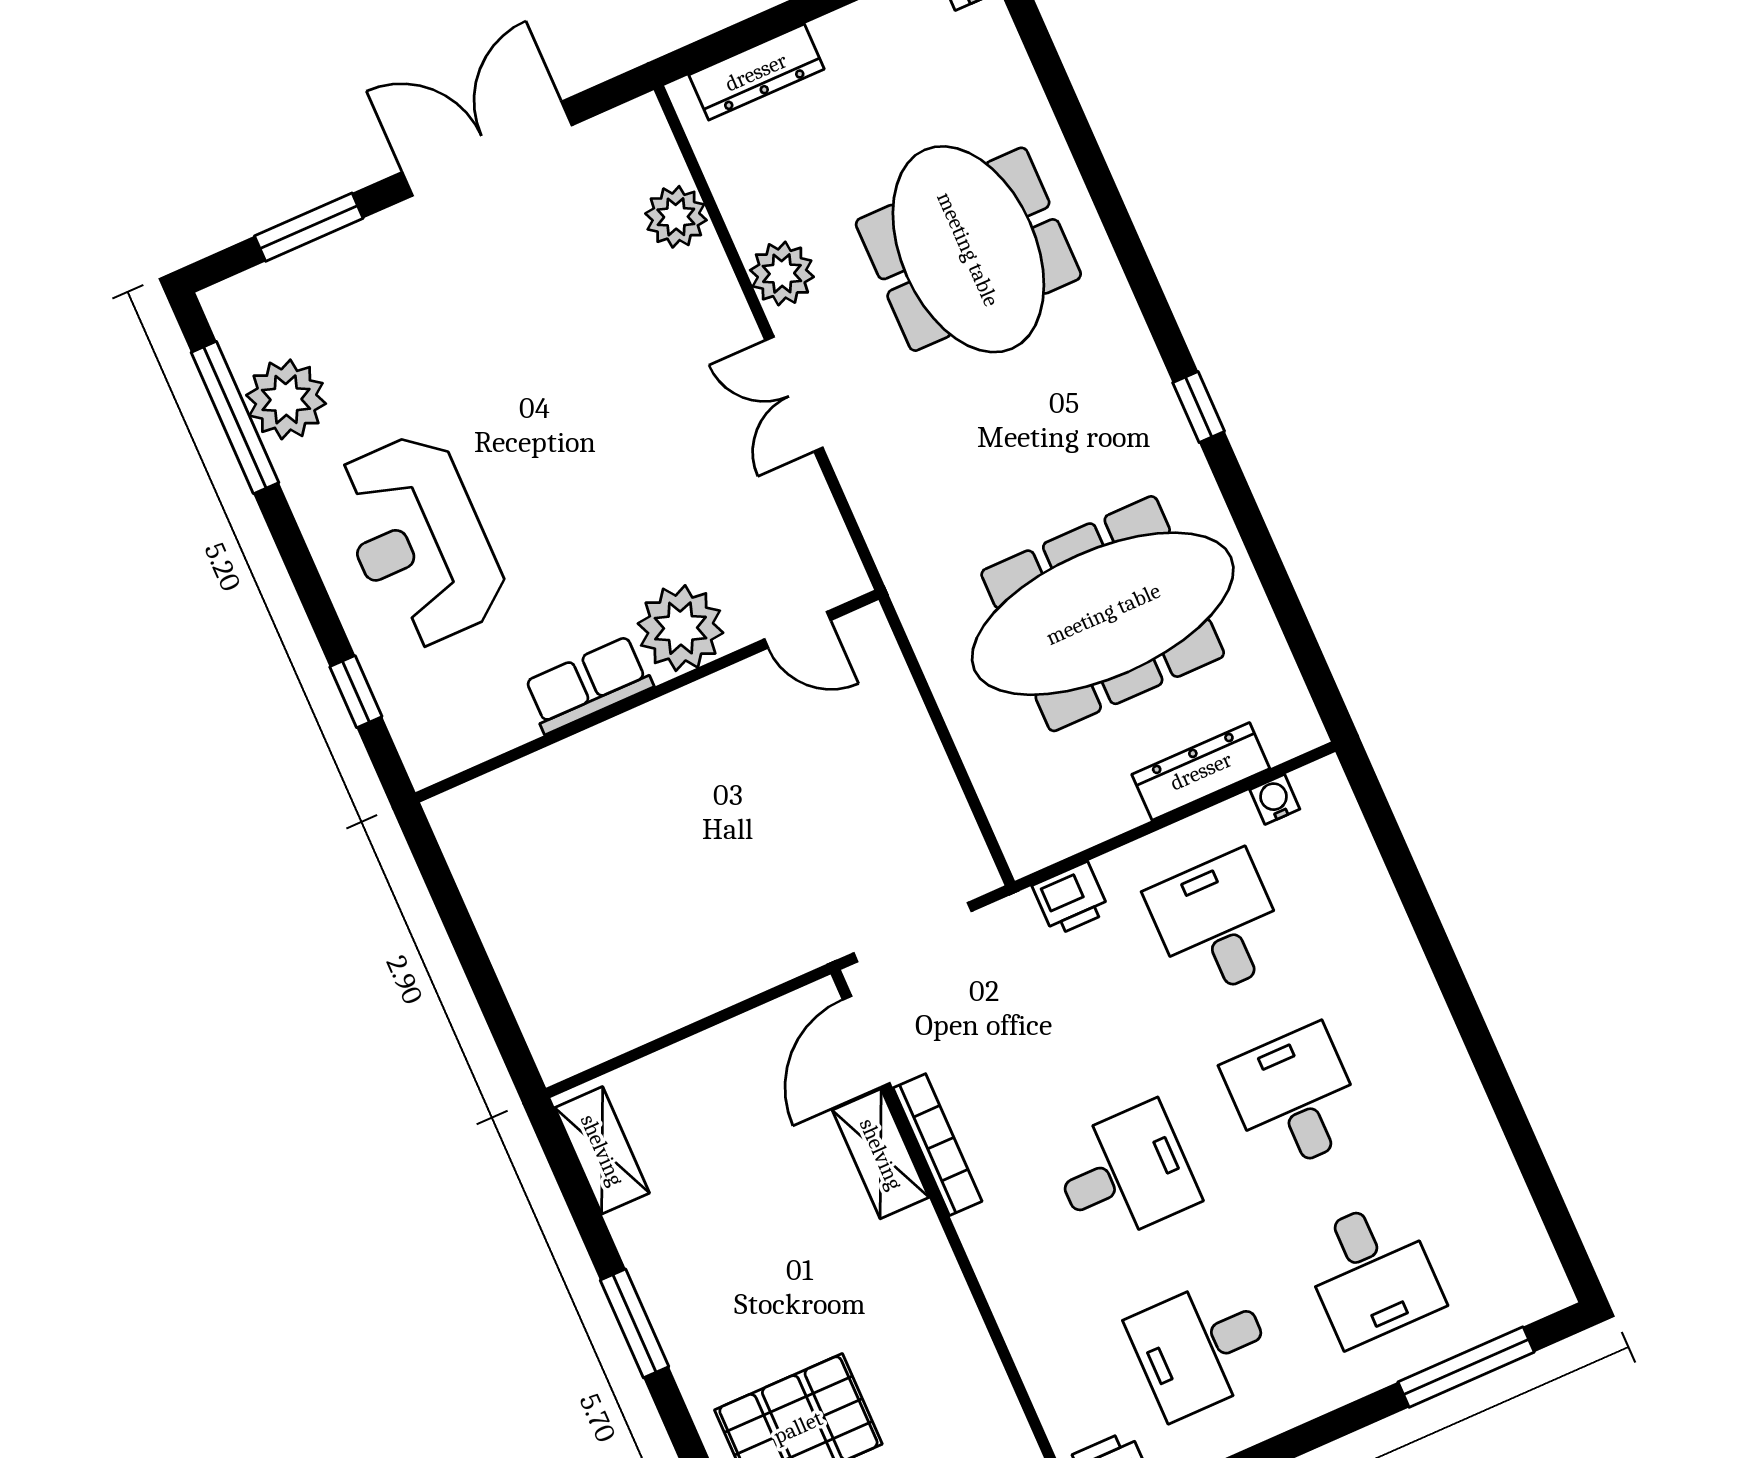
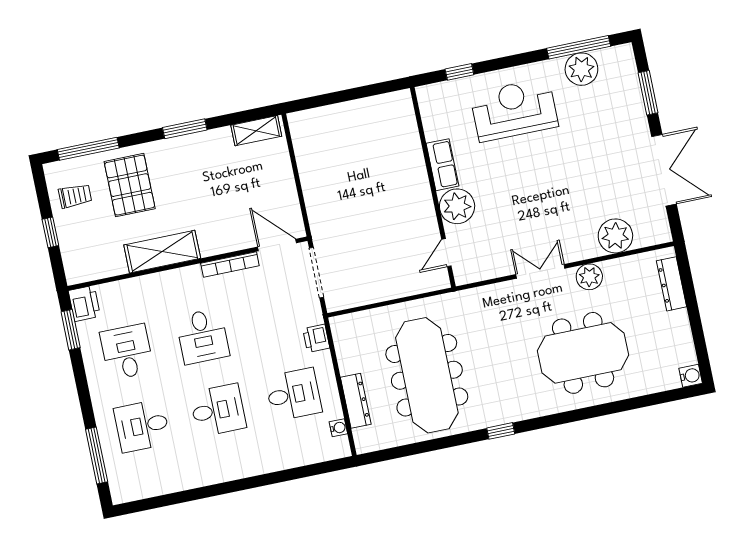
plant: (676, 217) -> (615, 236), width x1.36, depth x1.36
shelving: (881, 1154) -> (162, 252), moved, width x1.50, depth x1.33

